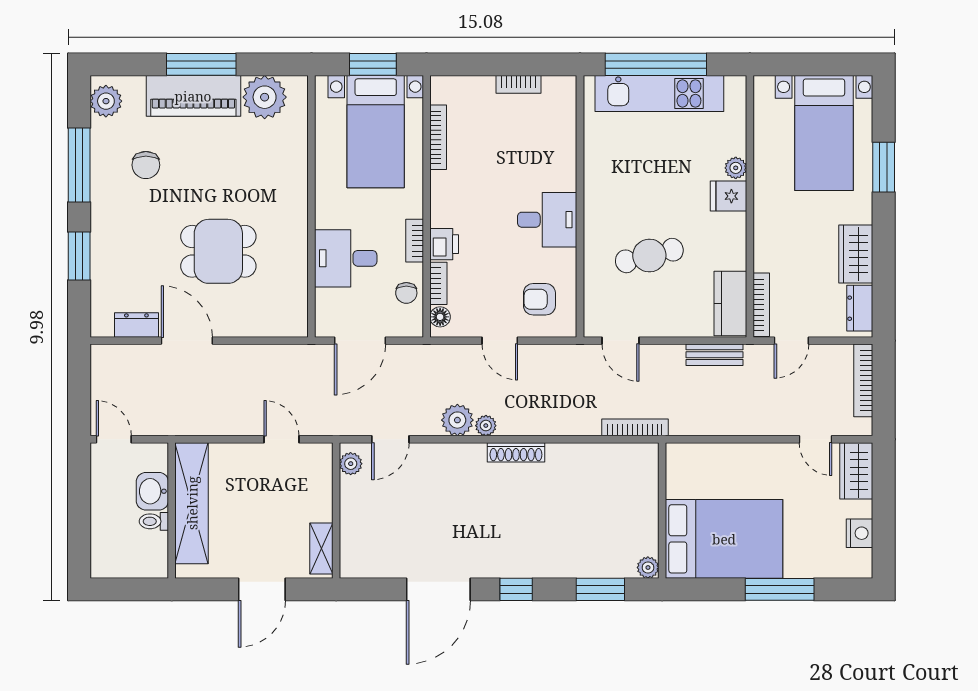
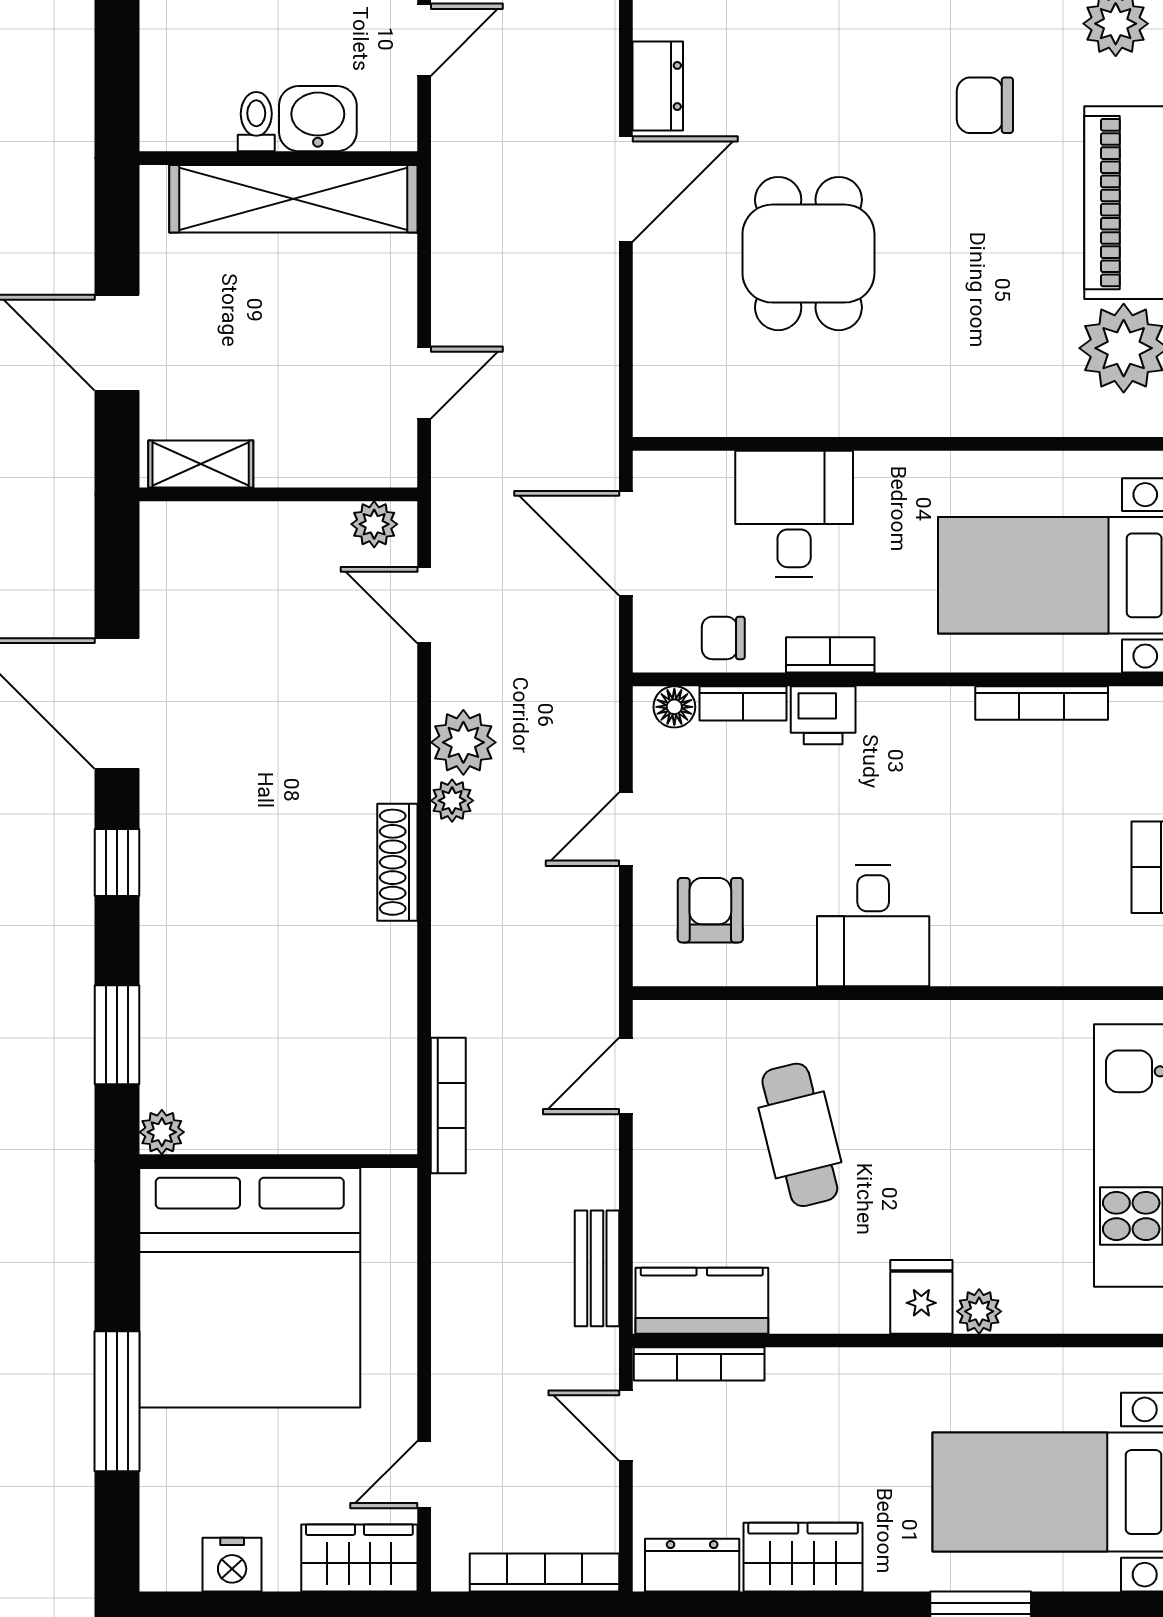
bed: (724, 539) -> (250, 1288), width x1.36

